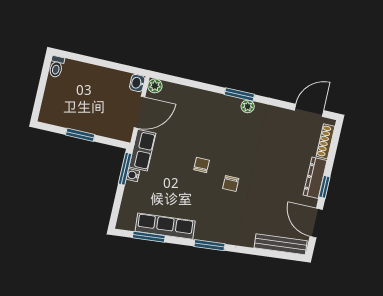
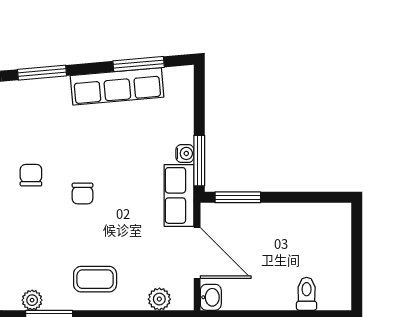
toilet: (56, 67) -> (307, 294), moved
plant: (155, 86) -> (159, 299), moved
coffee table: (206, 110) -> (95, 279), added
door: (139, 112) -> (197, 253), swing flipped
window: (80, 135) -> (238, 197), moved

